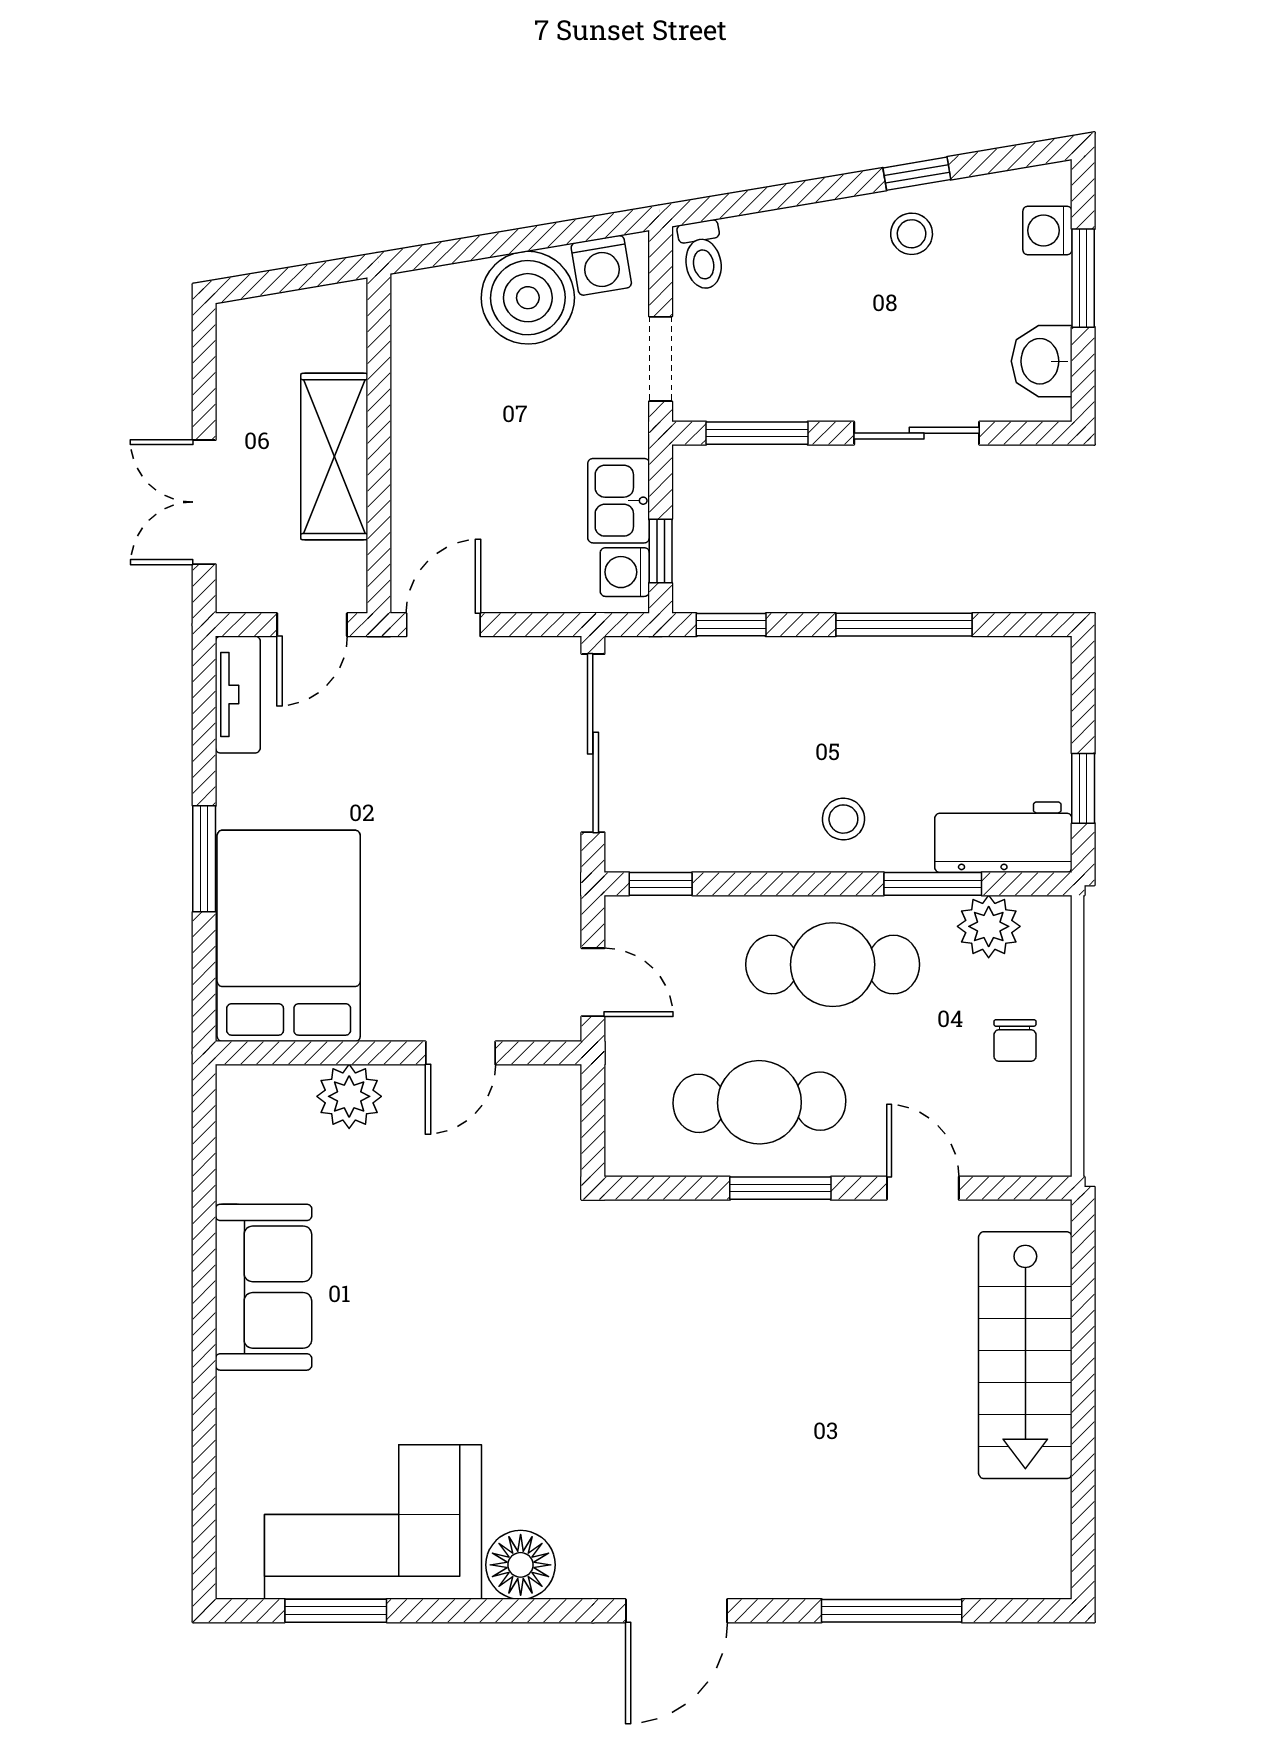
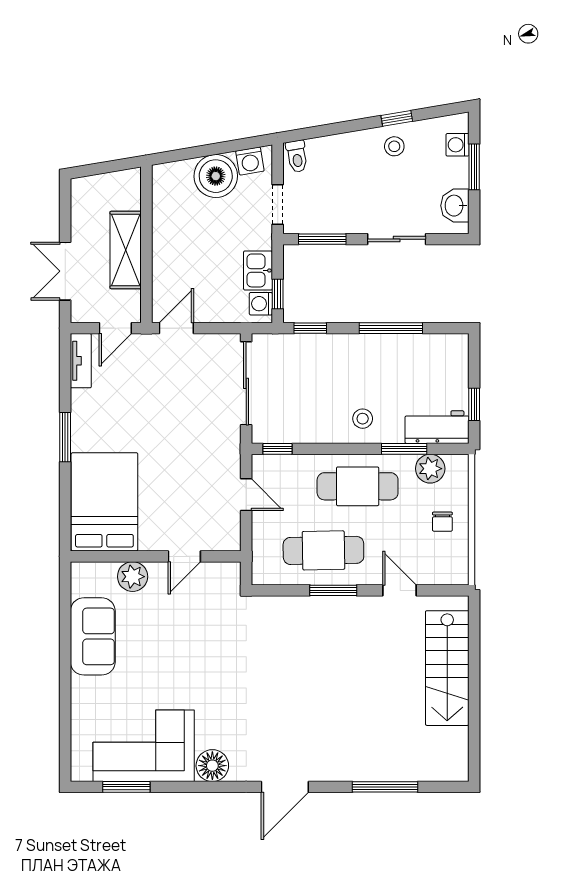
bed: (289, 936) -> (104, 502), moved
wall: (399, 1053) -> (156, 556), moved
door: (461, 1053) -> (184, 556), moved
plant: (349, 1096) -> (133, 577), moved

